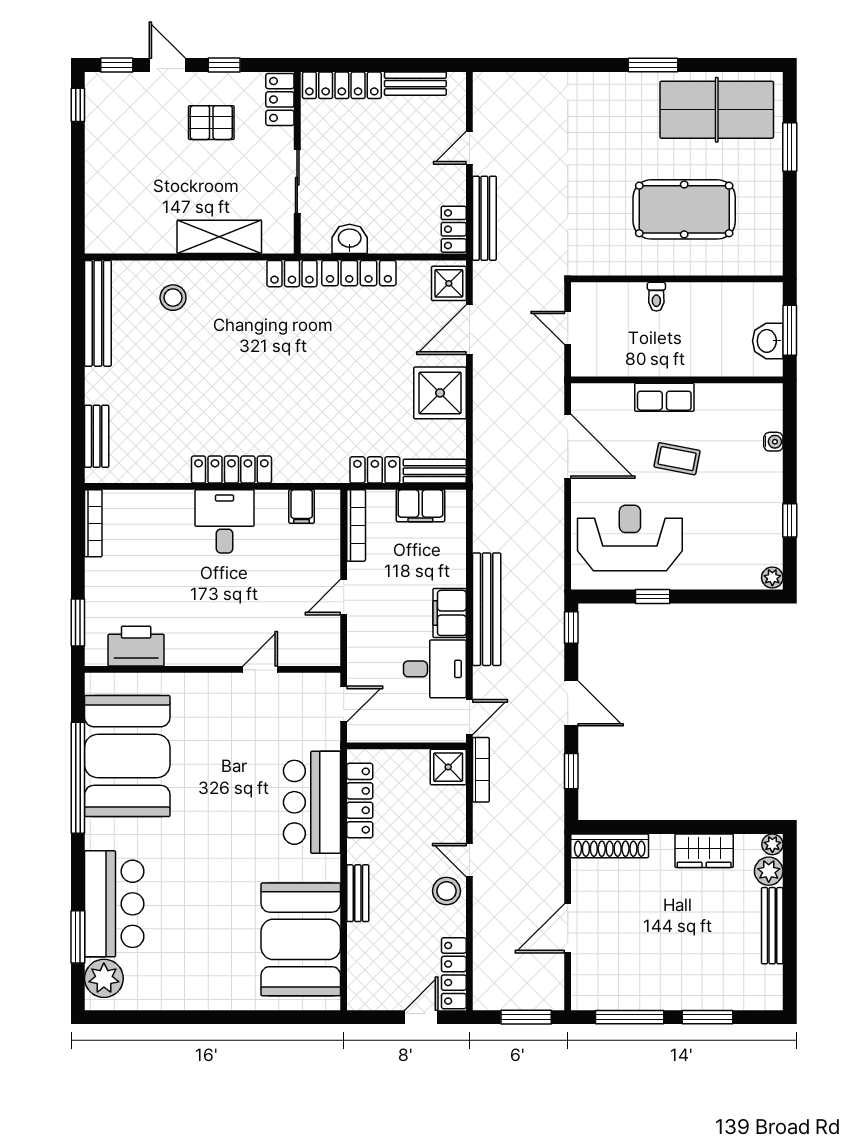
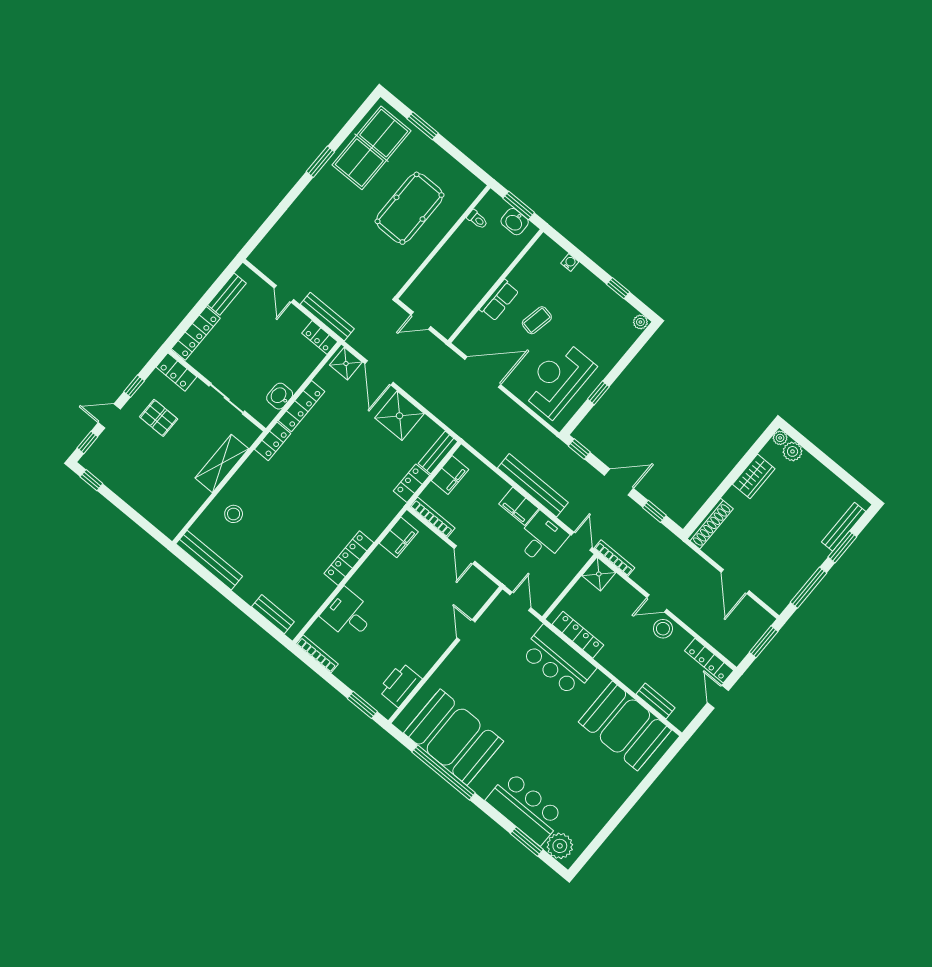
pallet: (211, 123) -> (159, 418), turned 90
toilet: (656, 297) -> (477, 219), moved
filing cabinet: (302, 506) -> (399, 537), width x2.00
desk: (225, 521) -> (348, 615), moved
bench: (358, 893) -> (656, 701), moved
bench: (772, 926) -> (844, 527), moved, turned 90

